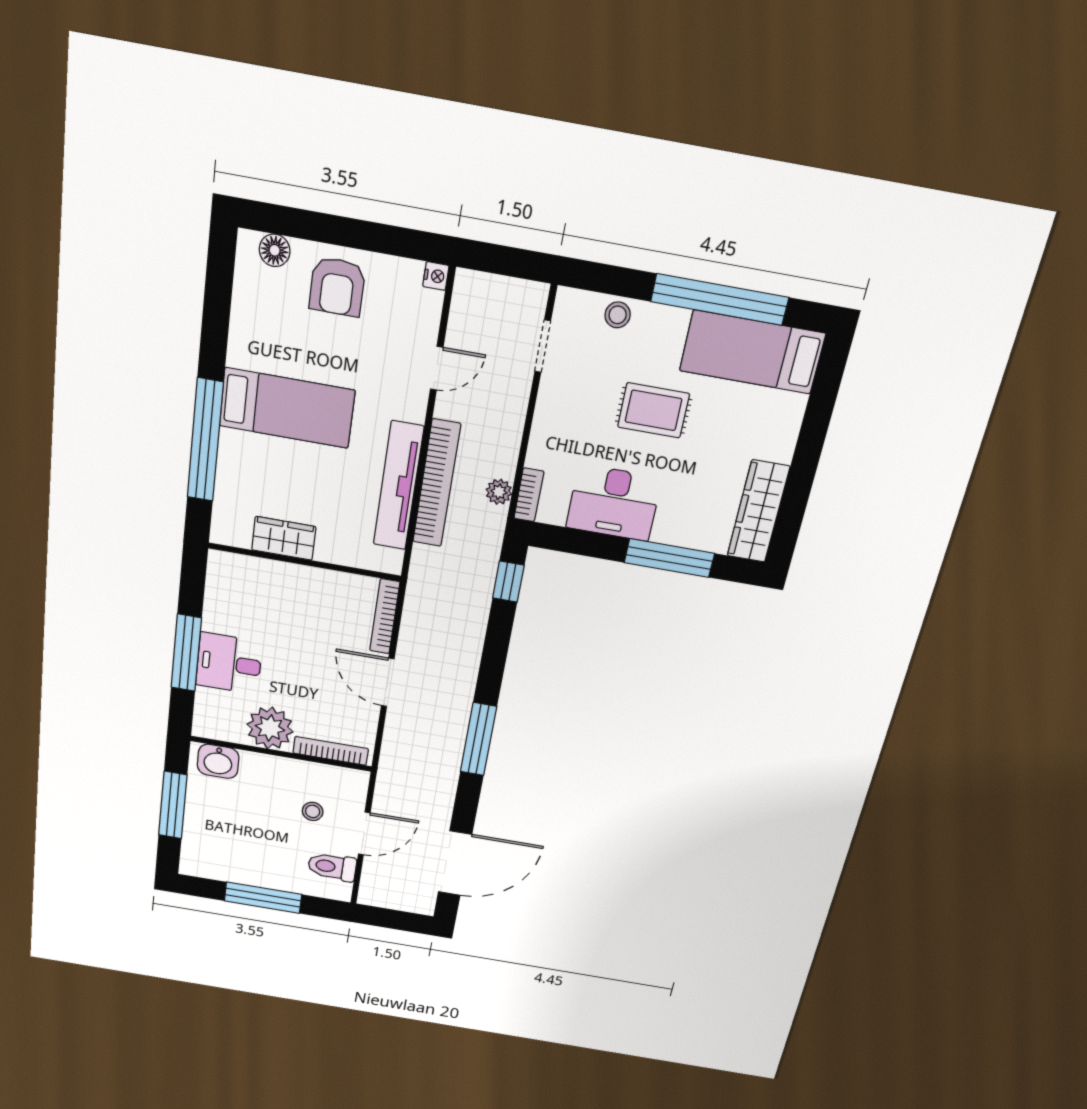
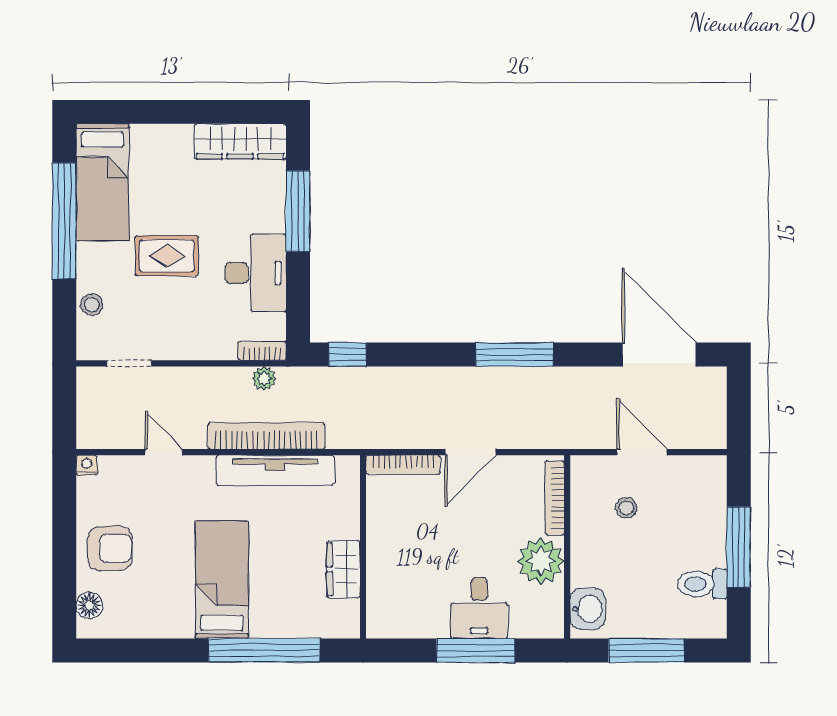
rug: (653, 410) -> (167, 256), turned 90
toilet: (332, 867) -> (702, 584), moved, turned 90

